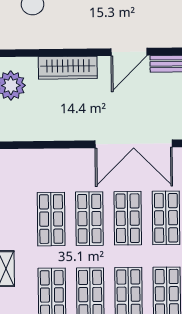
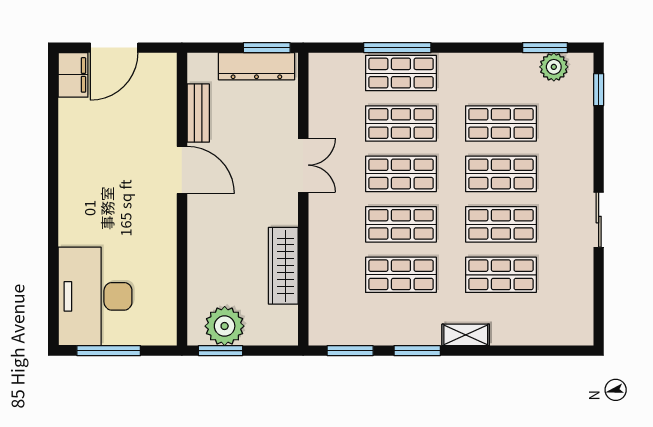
wardrobe: (68, 68) -> (283, 266), moved, turned 180
double door: (134, 144) -> (303, 165), width x0.54

